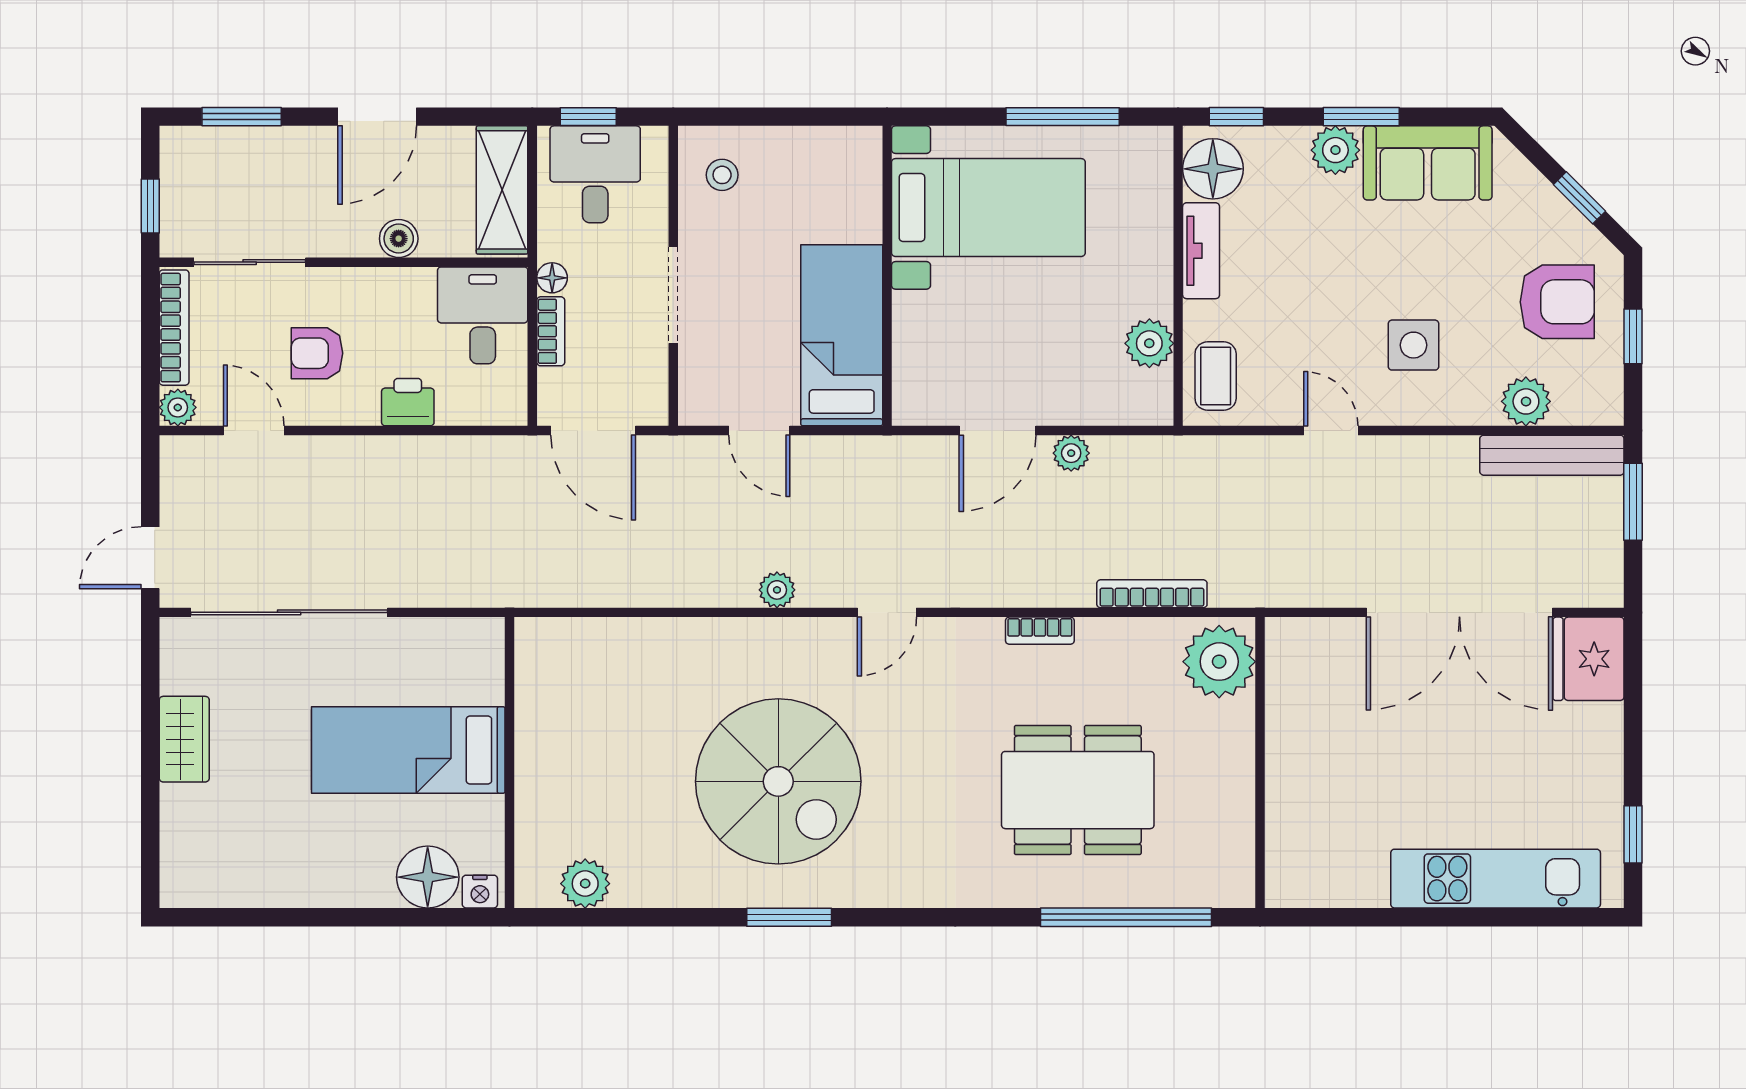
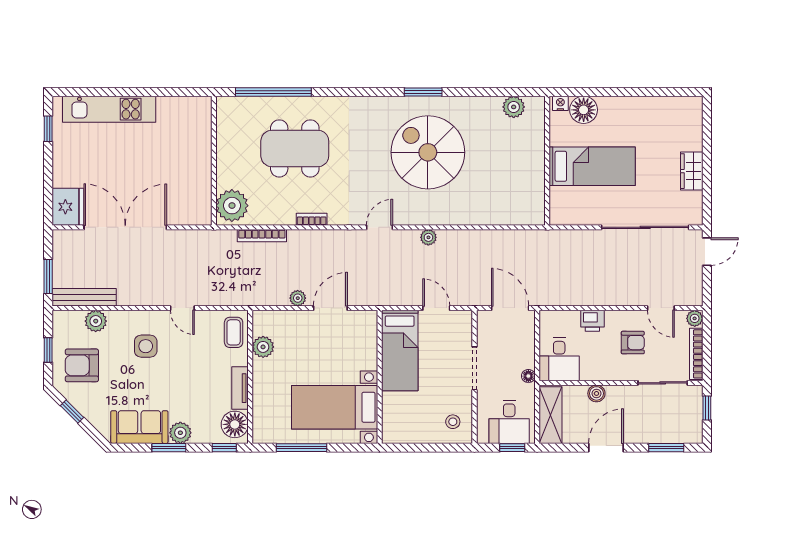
bookcase: (551, 331) -> (529, 352), removed

